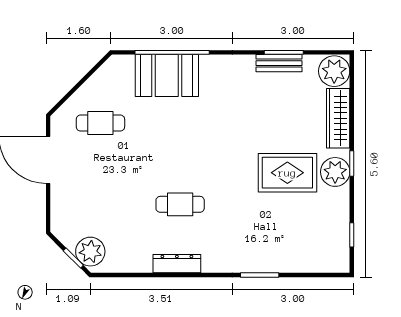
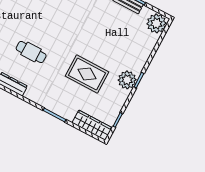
wardrobe: (338, 118) -> (92, 125), moved, turned 90
rug: (287, 173) -> (87, 74), moved

